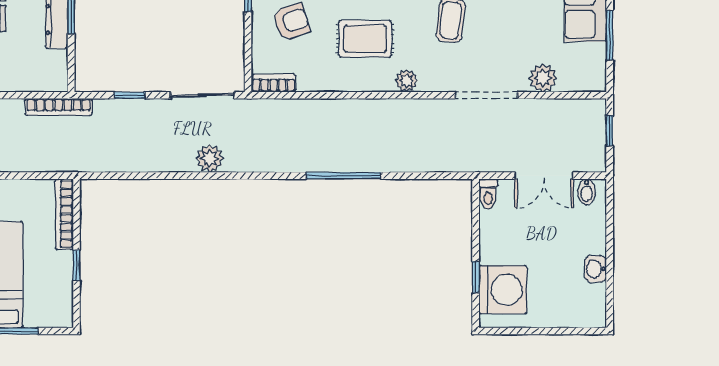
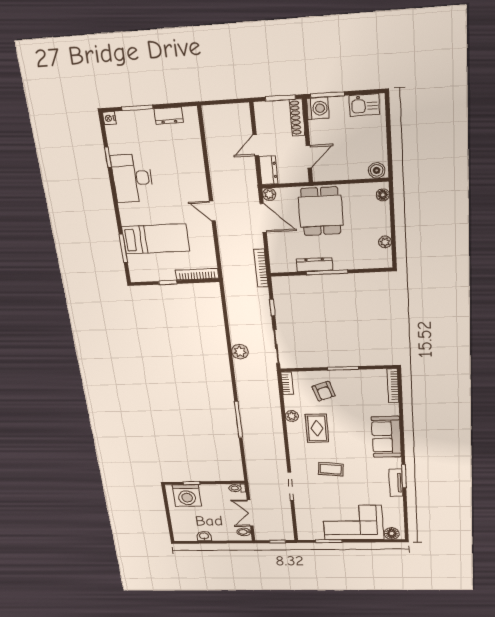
plant: (543, 78) -> (303, 512), removed
plant: (407, 81) -> (292, 416), moved

